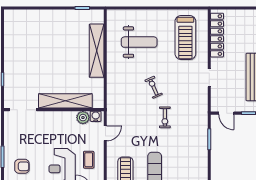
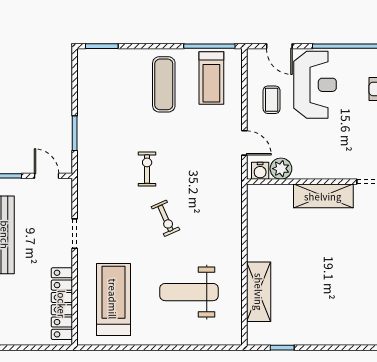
shelving: (97, 51) -> (259, 292), width x0.68
shelving: (65, 101) -> (323, 196), width x0.68
door: (105, 133) -> (244, 143), swing flipped

